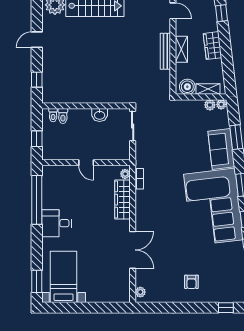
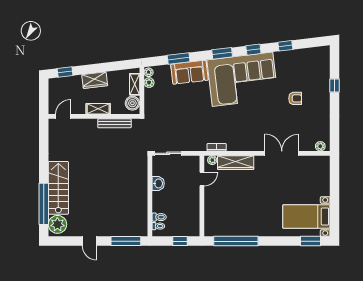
bench: (165, 51) -> (114, 123), moved
window: (37, 80) -> (126, 241), width x2.17
door: (86, 163) -> (202, 179), moved
desk: (56, 223) -> (257, 223), removed
armchair: (191, 282) -> (295, 98), moved
window: (226, 308) -> (335, 86), moved

